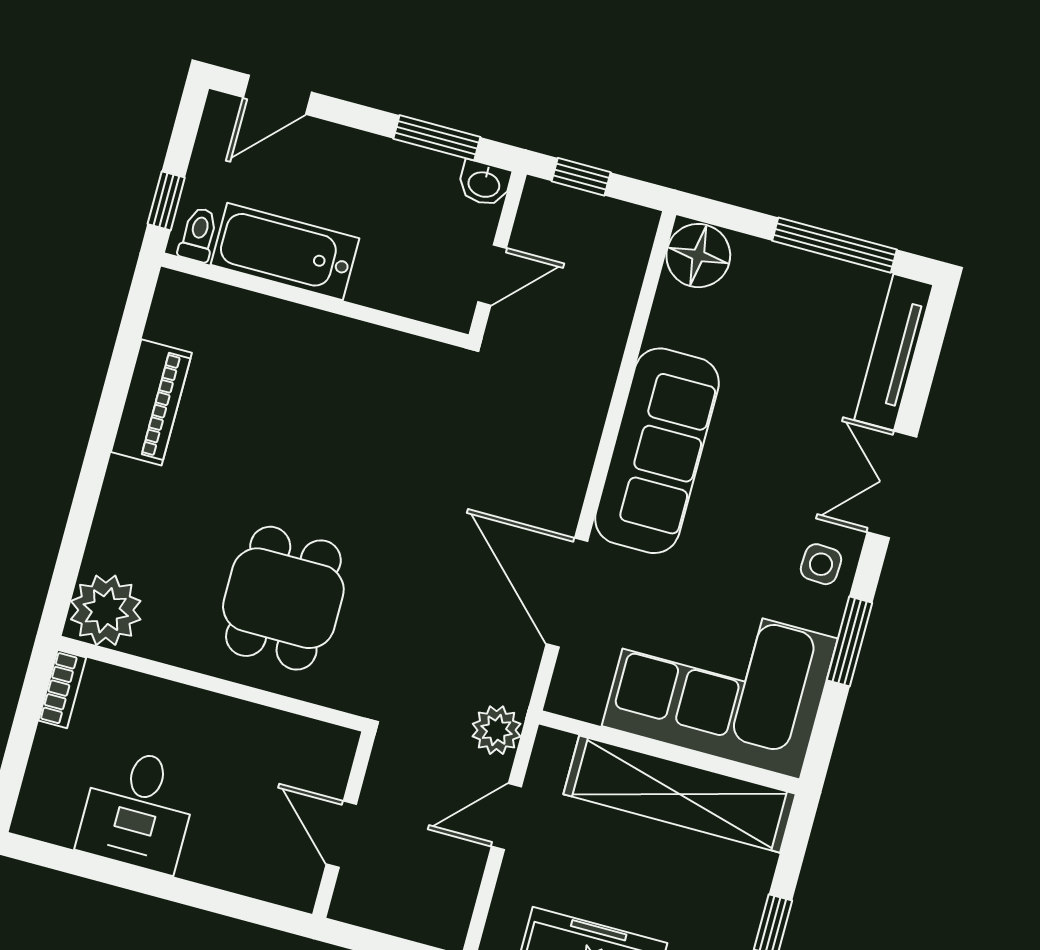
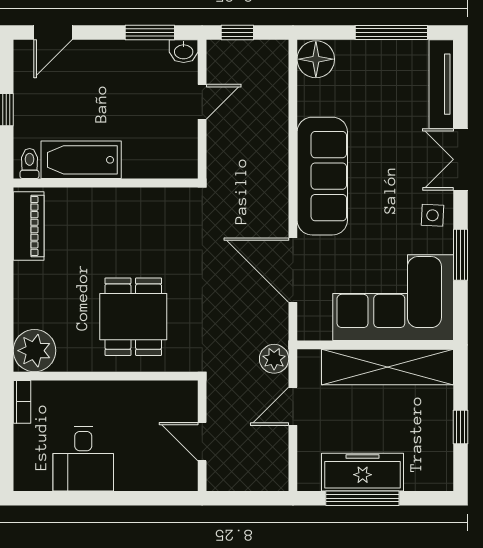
toilet: (198, 235) -> (30, 164), moved
bathtub: (285, 252) -> (81, 160), moved
wall: (315, 300) -> (106, 183), moved

